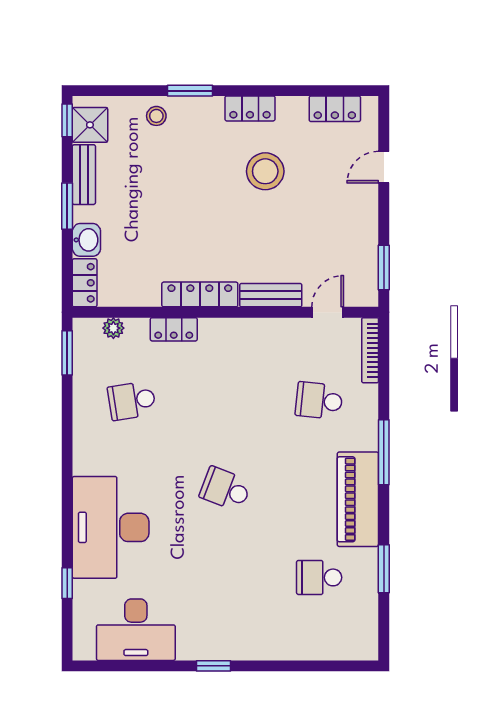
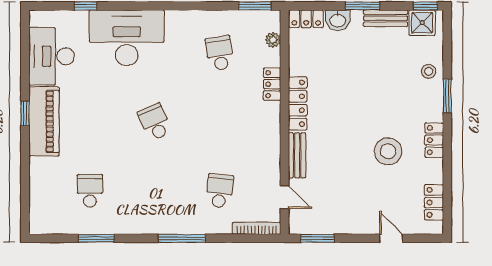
school desk: (225, 489) -> (155, 122), turned -45
piano: (358, 499) -> (44, 121), moved, turned 90

